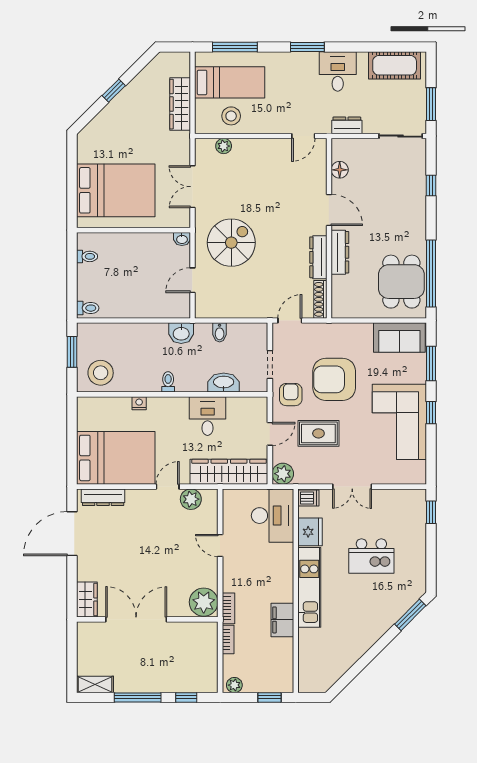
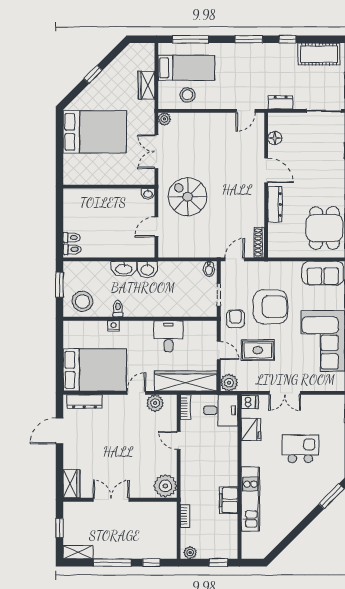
window: (355, 47) -> (287, 39), added
desk: (338, 71) -> (273, 59), removed
wardrobe: (180, 104) -> (146, 85), width x0.67
plant: (224, 146) -> (164, 119), moved
bed: (116, 190) -> (95, 132), moved
spiral stairs: (231, 243) -> (188, 197), turned -90
toilet: (87, 256) -> (72, 238), moved
dresser: (318, 257) -> (258, 209), removed
bidet: (220, 332) -> (209, 269), moved
armchair: (334, 379) -> (270, 307), turned 180
toilet: (168, 382) -> (118, 309), moved
washbasin: (224, 383) -> (124, 269), moved, turned 180
door: (270, 434) -> (219, 351), hinge flipped
desk: (273, 516) -> (221, 410), width x0.73
door: (72, 534) -> (59, 431), width x0.73
kitchen island: (371, 556) -> (300, 449), turned 180
kitchen unit: (309, 587) -> (250, 499), moved
bookcase: (229, 608) -> (185, 407), moved
double door: (136, 619) -> (111, 500), width x0.73
window: (72, 654) -> (59, 528), added

